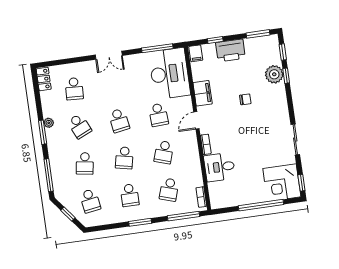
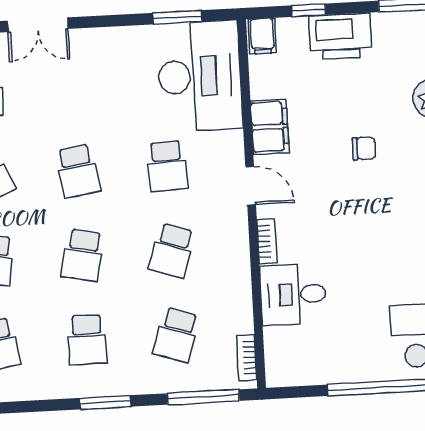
window: (157, 48) -> (177, 17), width x0.69
double door: (109, 55) -> (38, 25), moved
door: (196, 120) -> (251, 186), swing flipped

